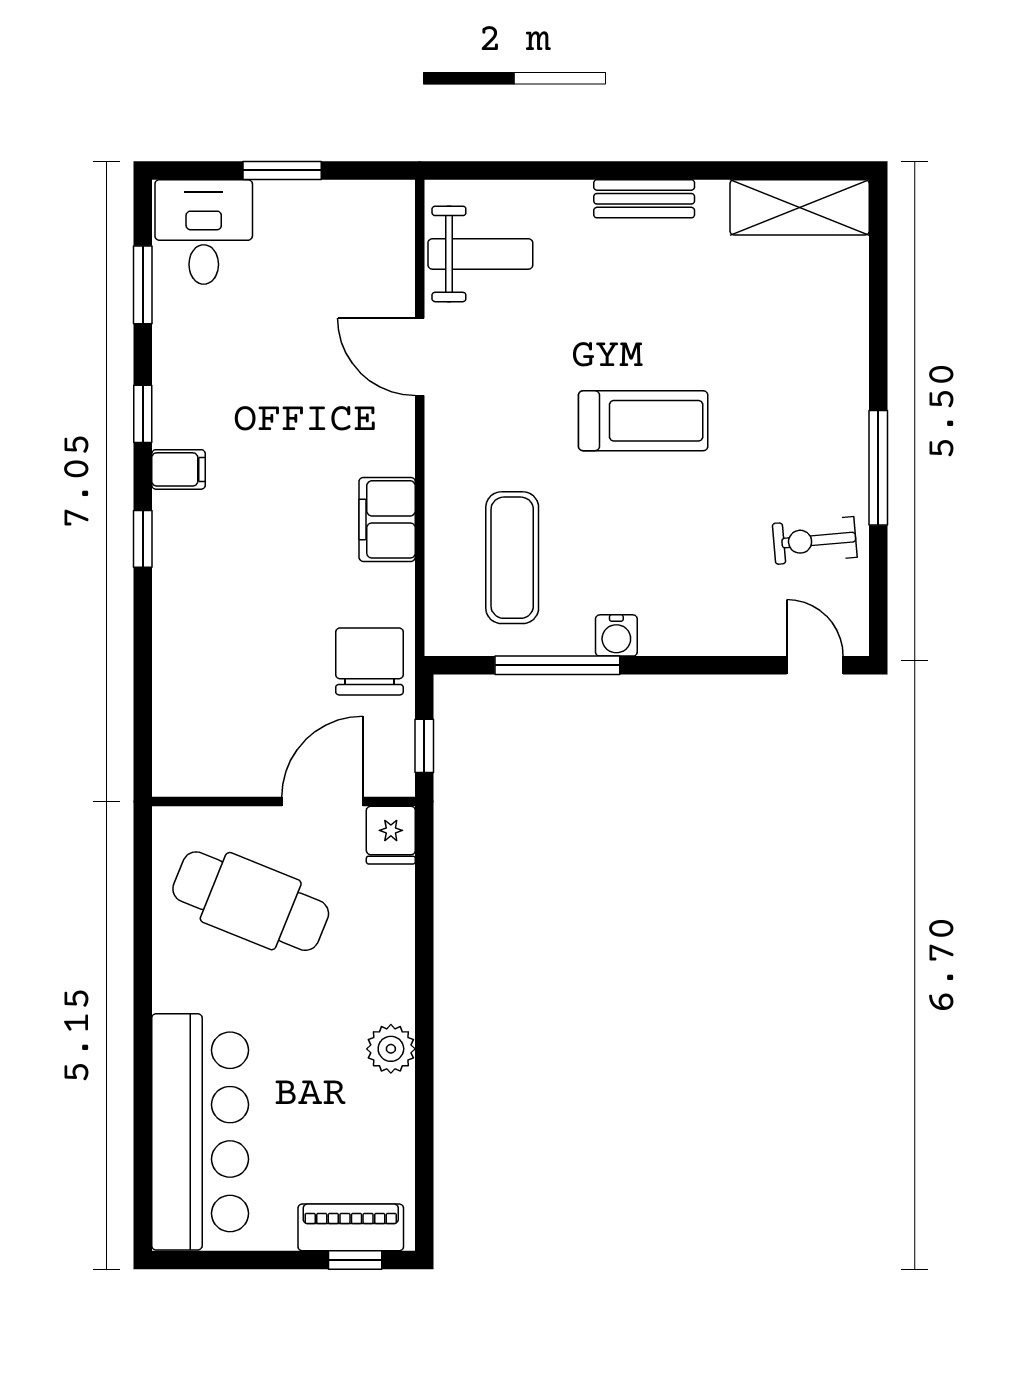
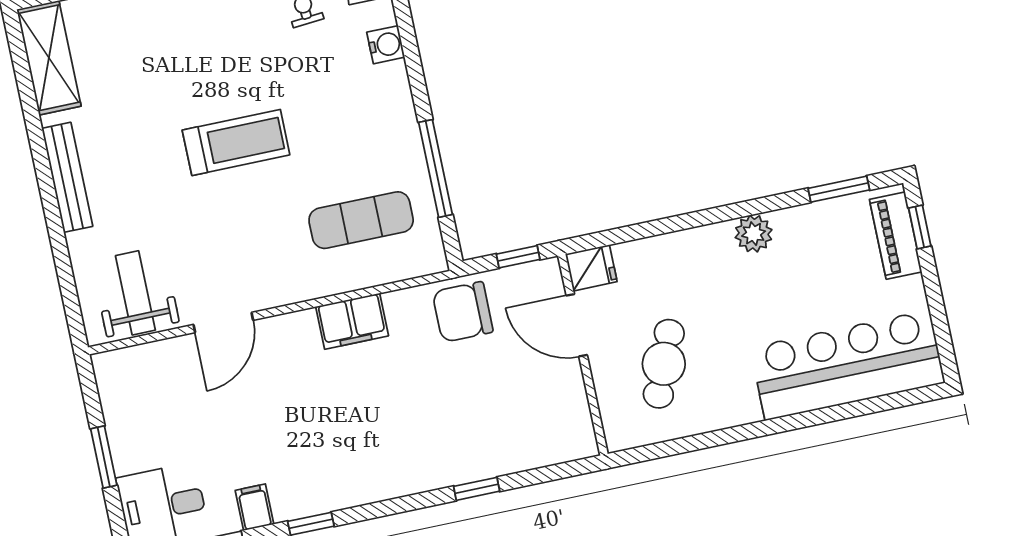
bench: (644, 199) -> (67, 177), width x1.36
treadmill: (643, 421) -> (236, 142), turned 90
filing cabinet: (179, 469) -> (255, 507), moved
window: (143, 539) -> (477, 489), moved
water cooler: (616, 635) -> (386, 45), moved
cafe table: (251, 901) -> (664, 364), width x0.73, depth x0.74
window: (424, 1168) -> (839, 189), added

